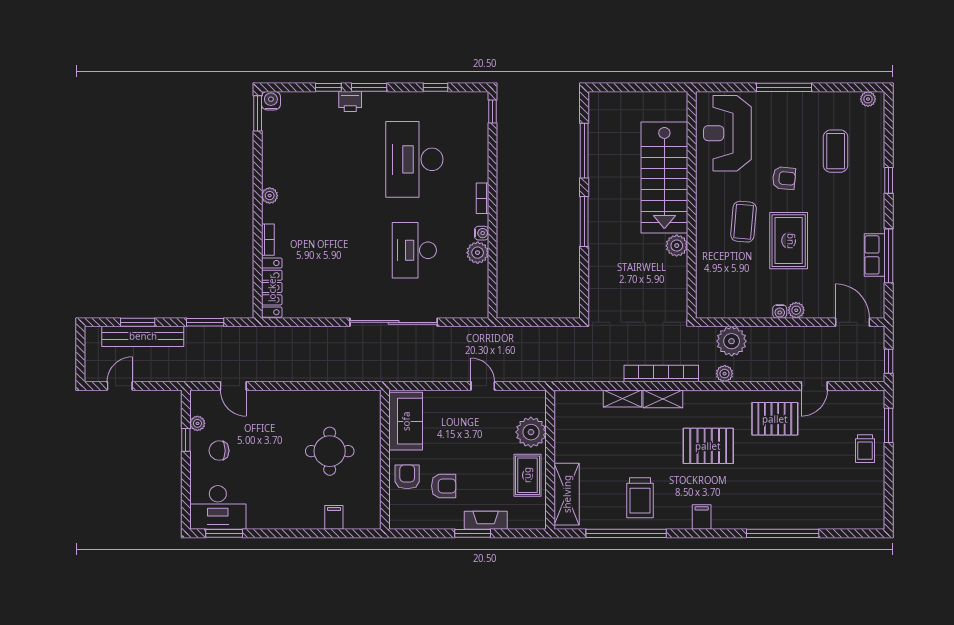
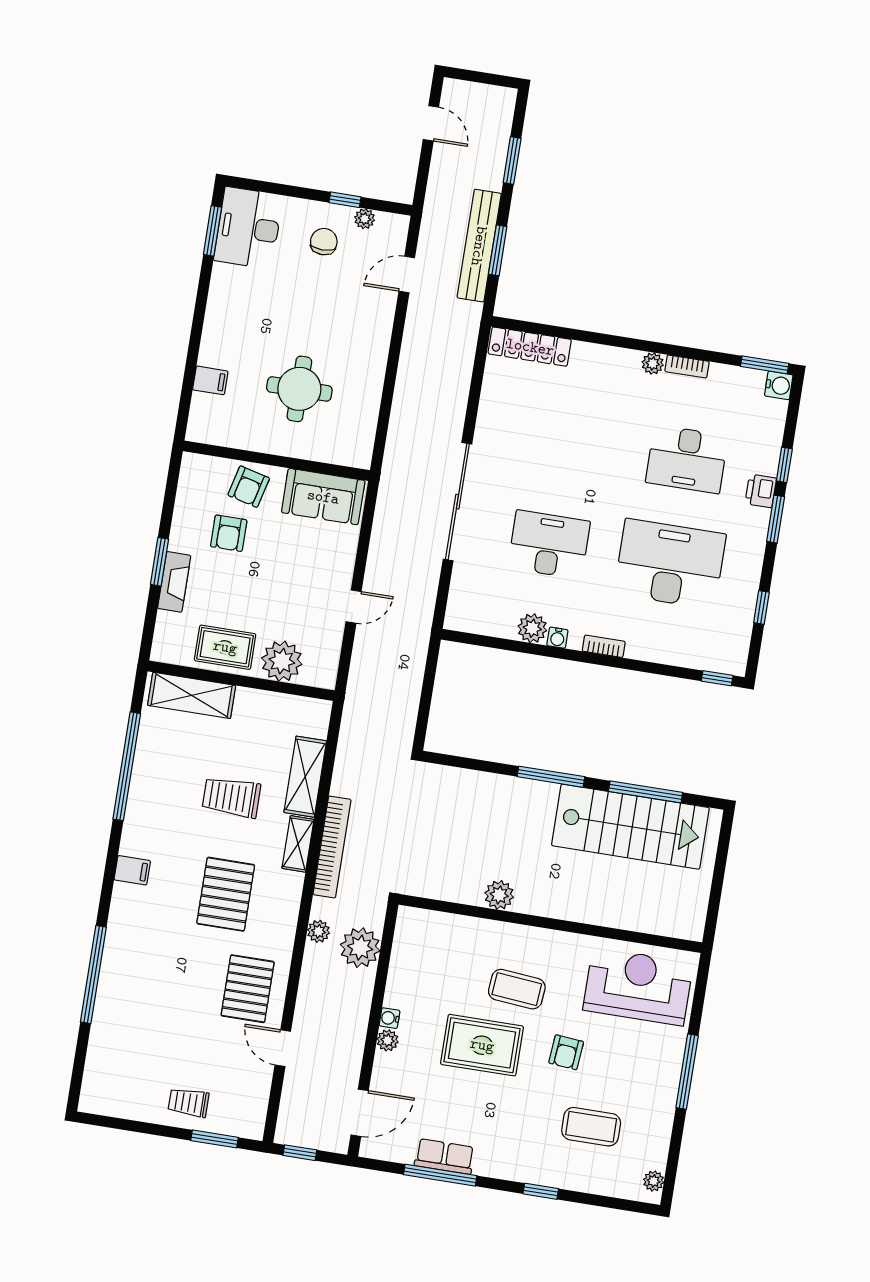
desk: (336, 159) -> (687, 459), added
stairs: (664, 177) -> (630, 827), moved, turned 180
bookcase: (268, 240) -> (687, 366), moved
bench: (143, 336) -> (479, 246), moved
shelving: (622, 399) -> (305, 777), width x1.50, depth x1.33
armchair: (407, 477) -> (249, 487), turned 104
trolley: (640, 498) -> (231, 797), moved

